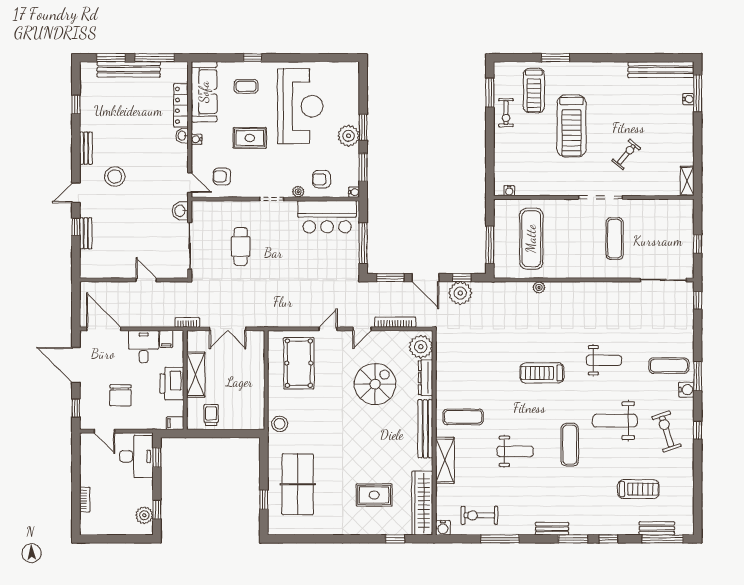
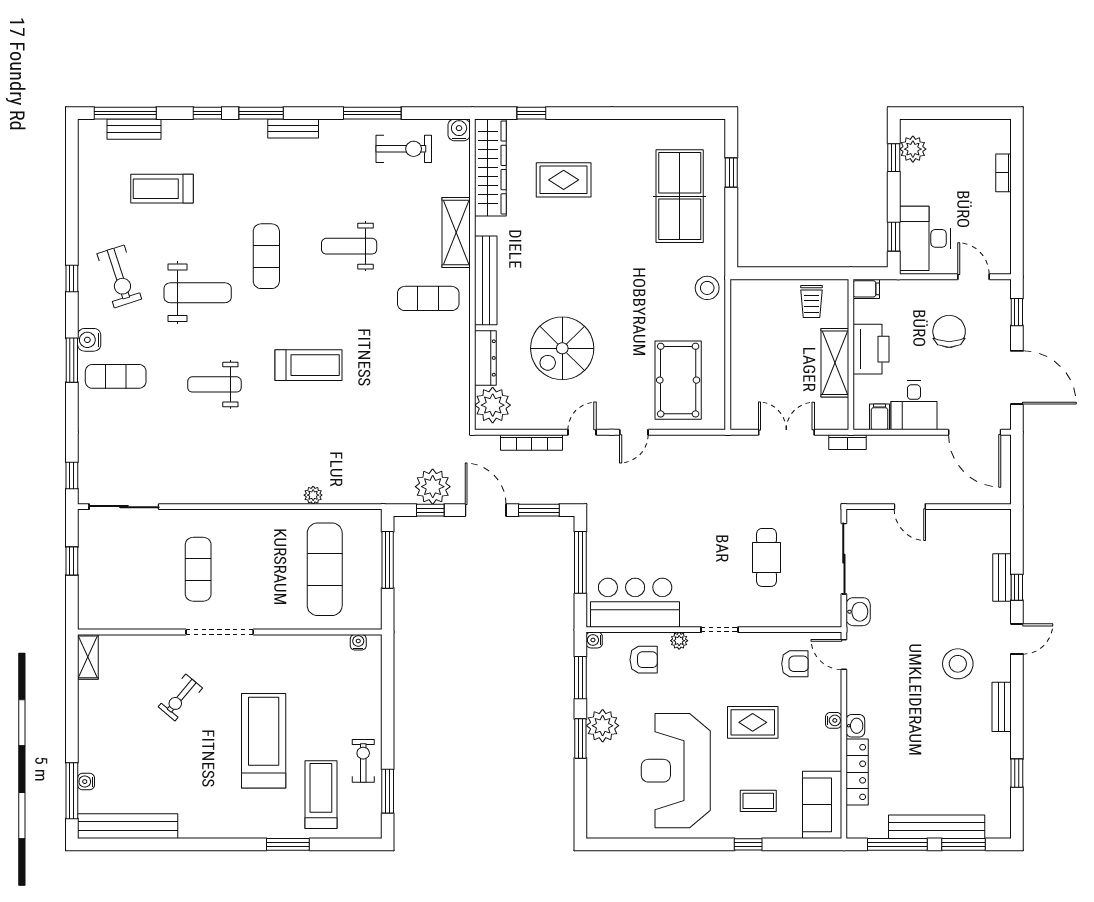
sofa: (204, 92) -> (822, 805), width x0.73

